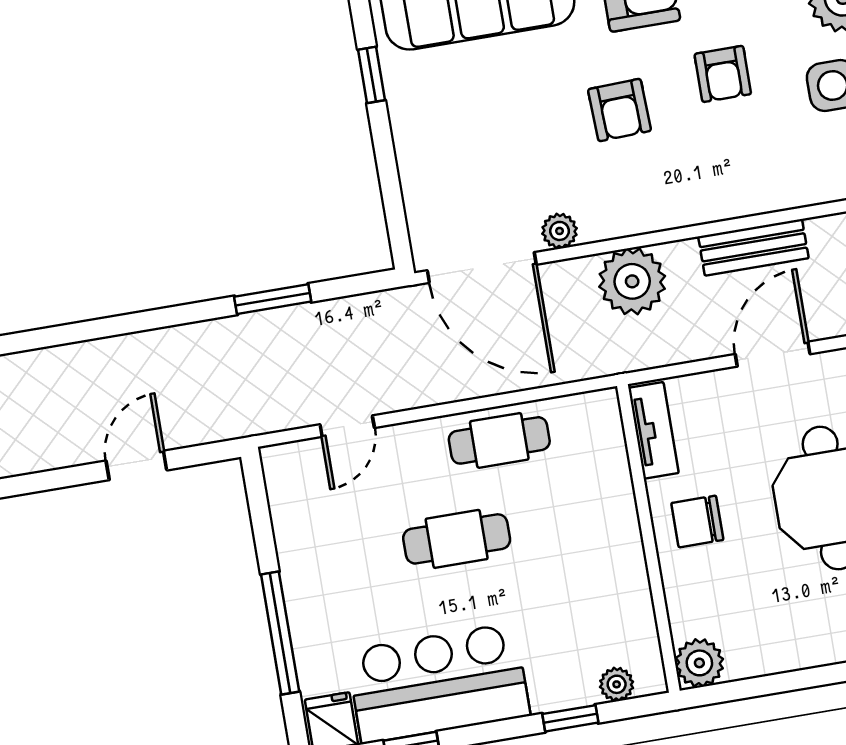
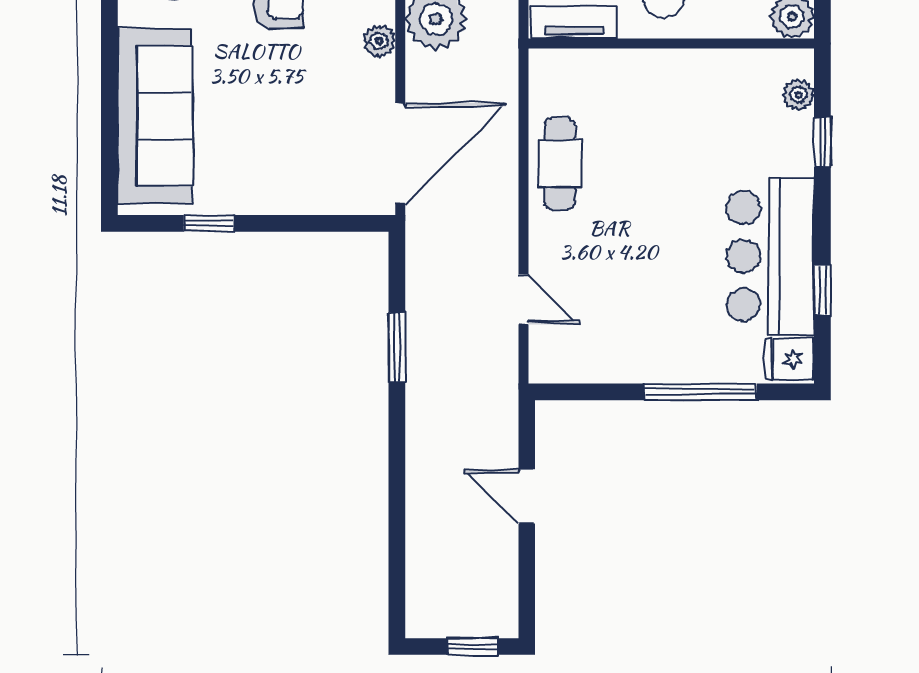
plant: (560, 231) -> (379, 41), moved
cafe table: (457, 539) -> (642, 217), removed

